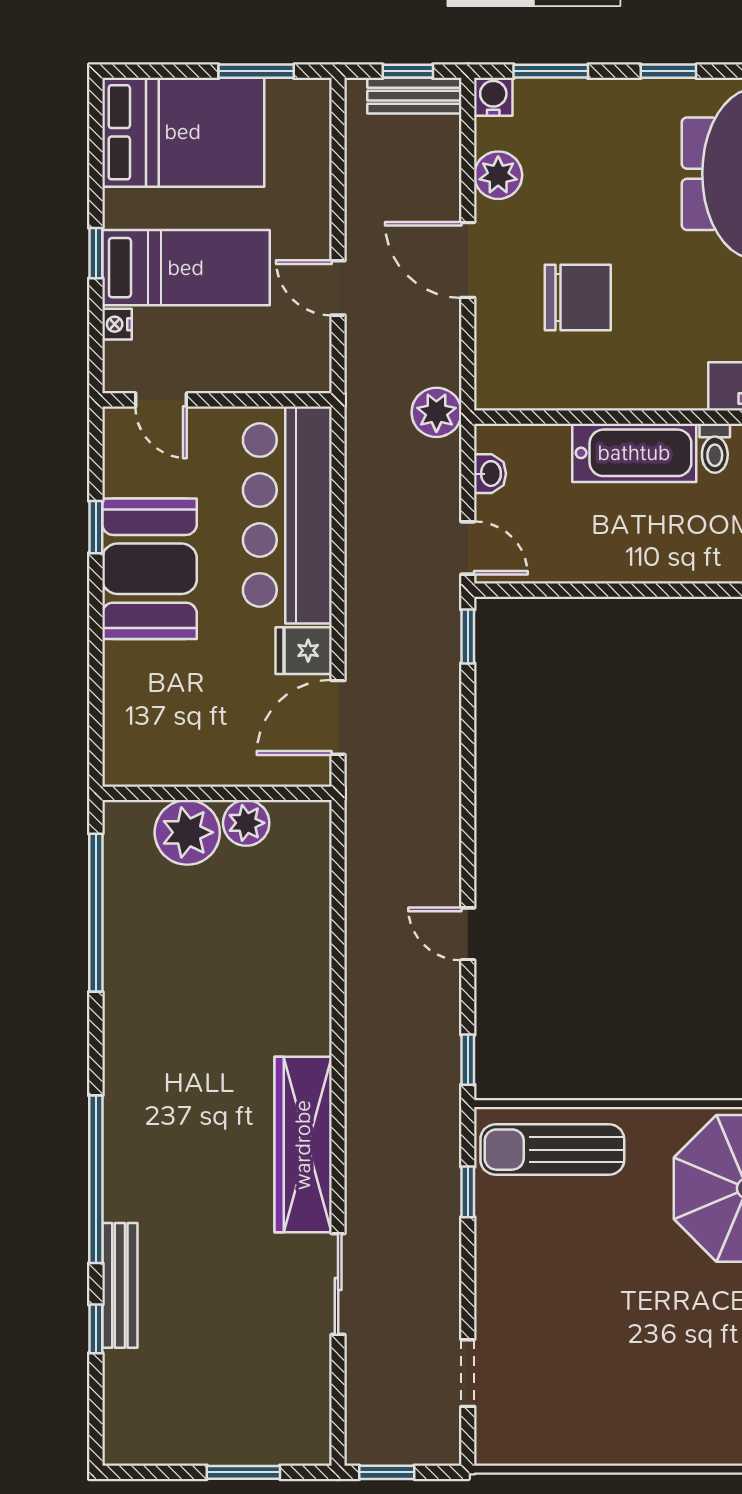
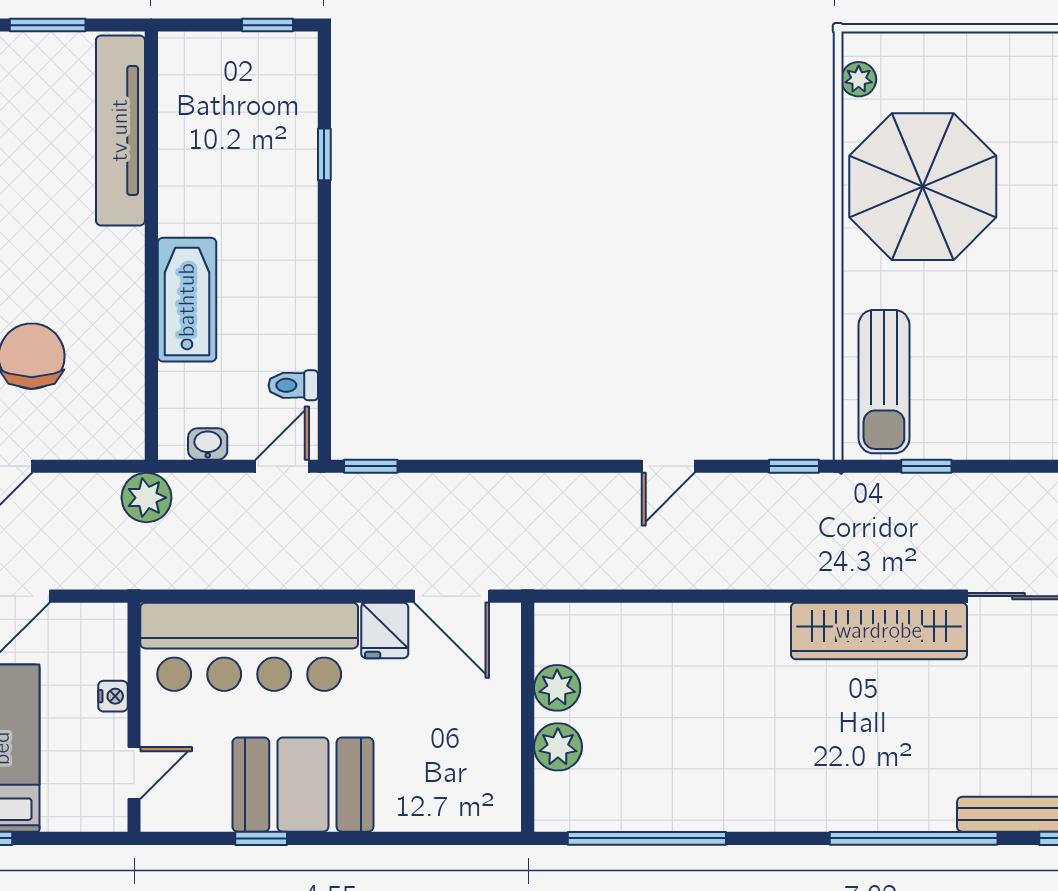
nightstand: (117, 324) -> (113, 696), moved, turned -90
toilet: (715, 448) -> (293, 385), moved, turned 180
plant: (187, 832) -> (558, 747), width x0.73, depth x0.73

